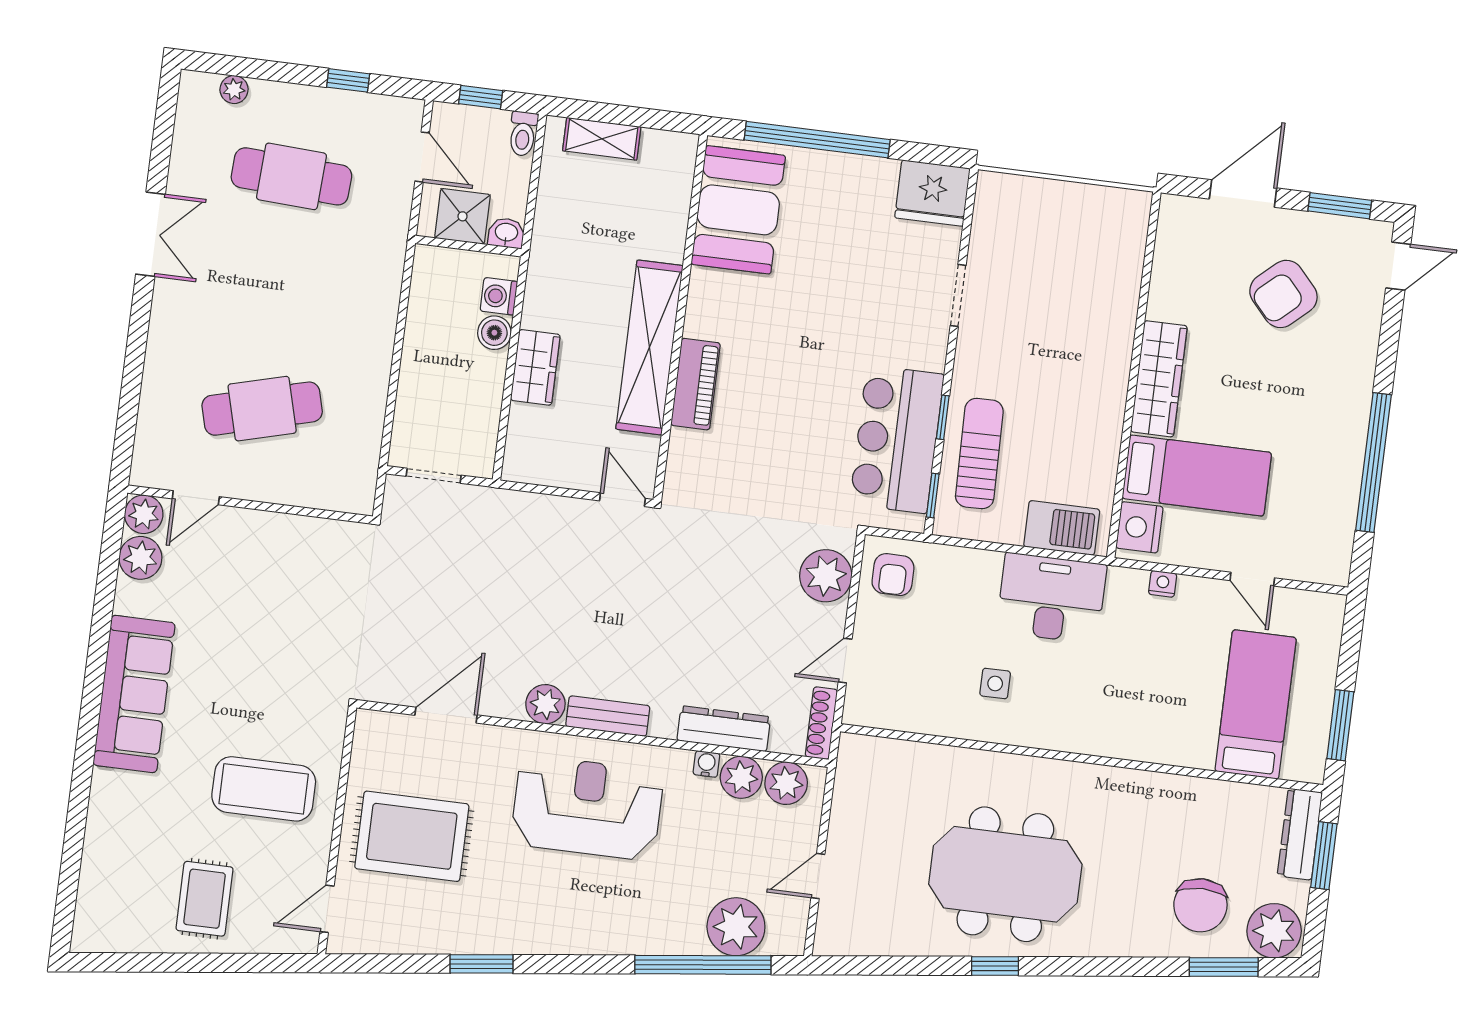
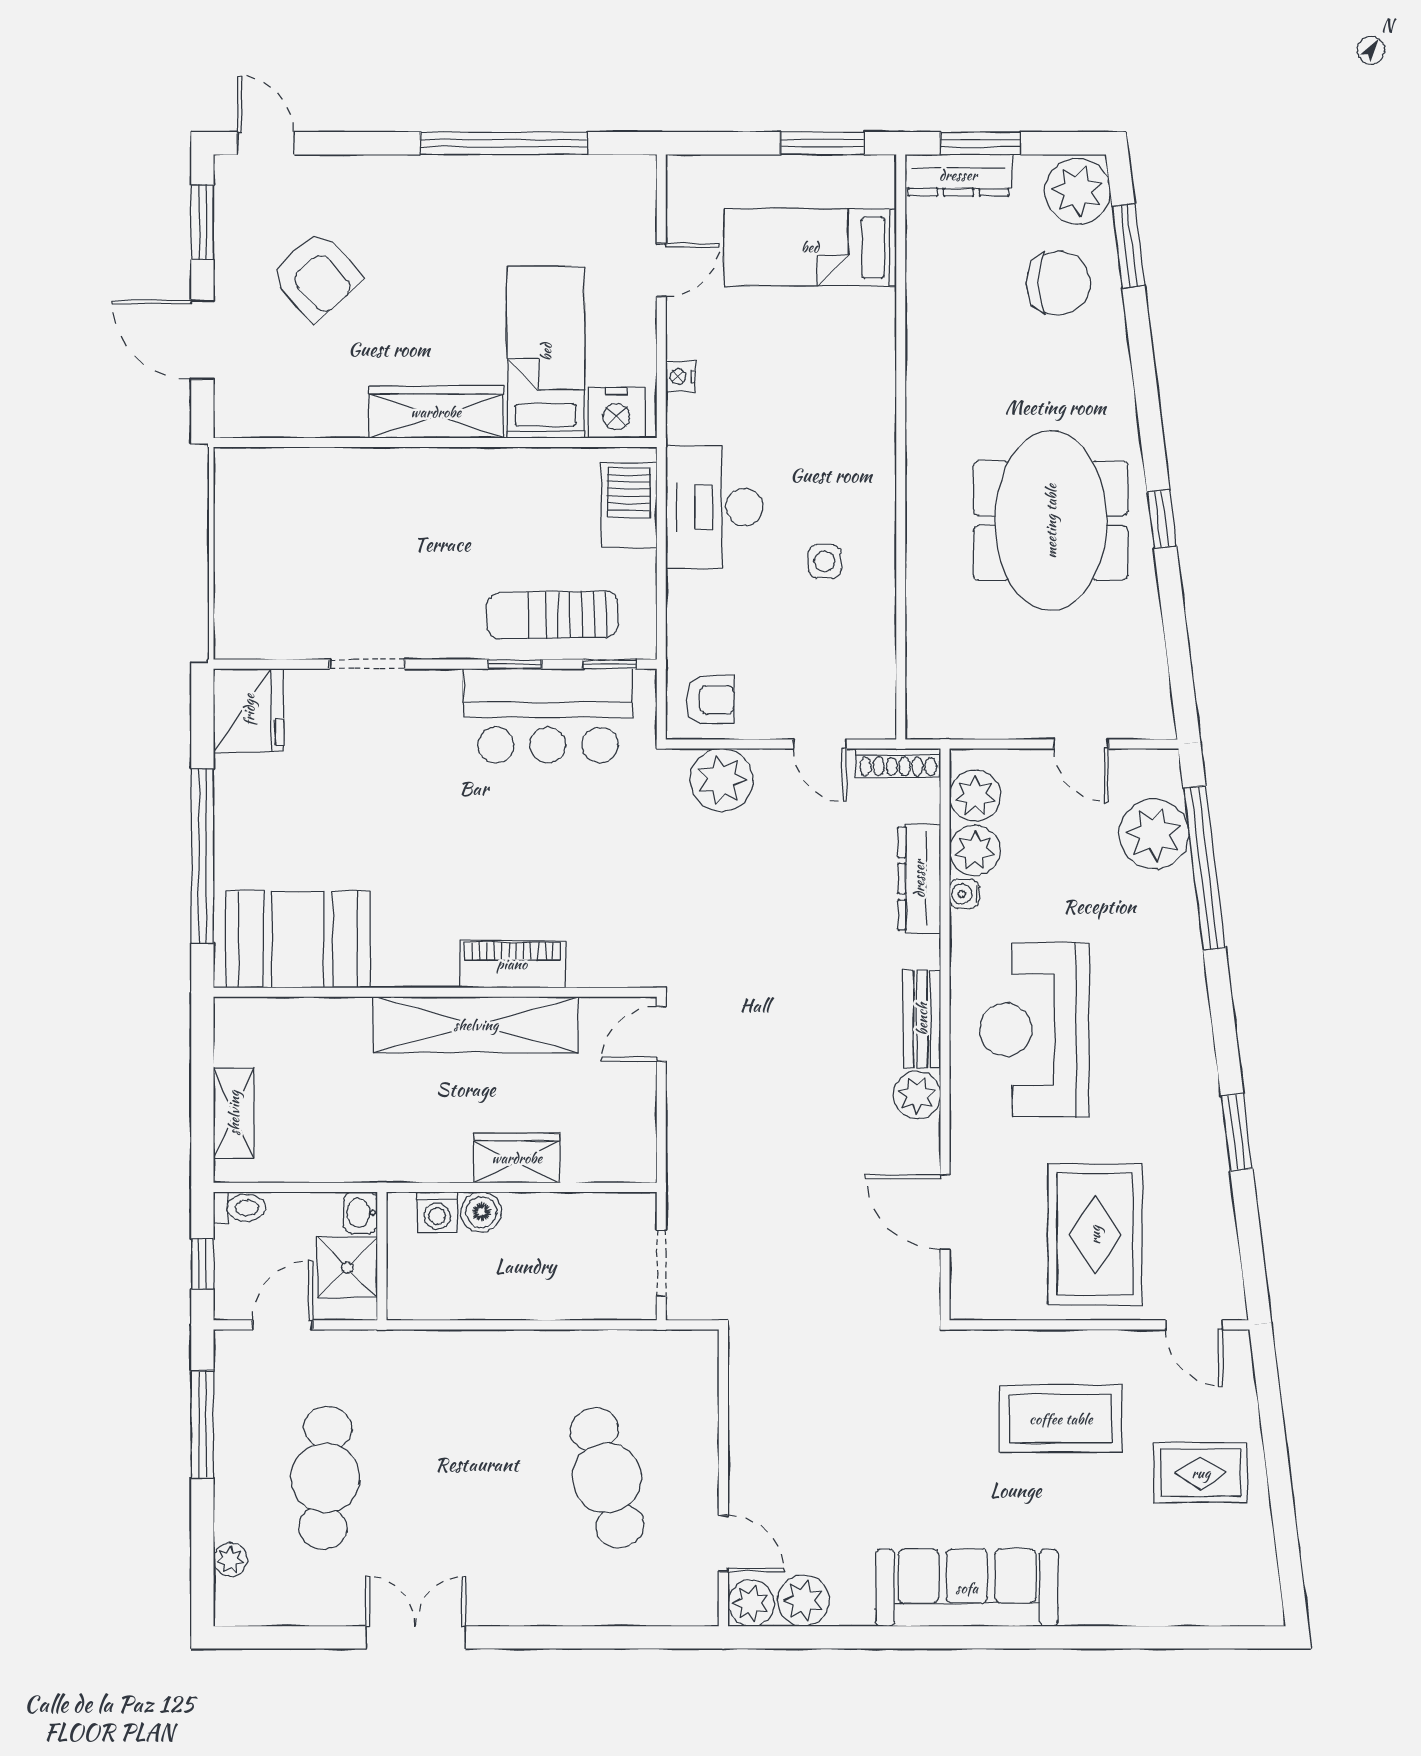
window: (348, 80) -> (202, 1425), width x2.17
coffee table: (264, 789) -> (1061, 1419), turned 90

